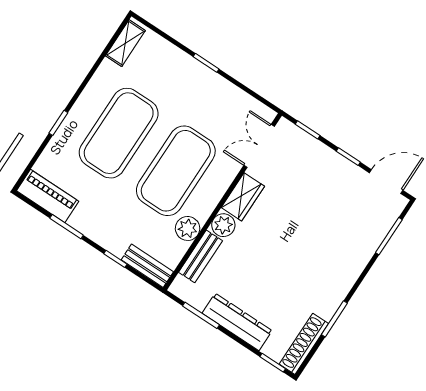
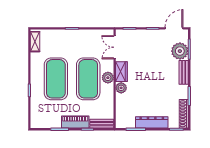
piano: (48, 196) -> (75, 122), moved
plant: (188, 228) -> (108, 78), moved
plant: (370, 229) -> (180, 51), added
bench: (201, 256) -> (184, 72), moved

